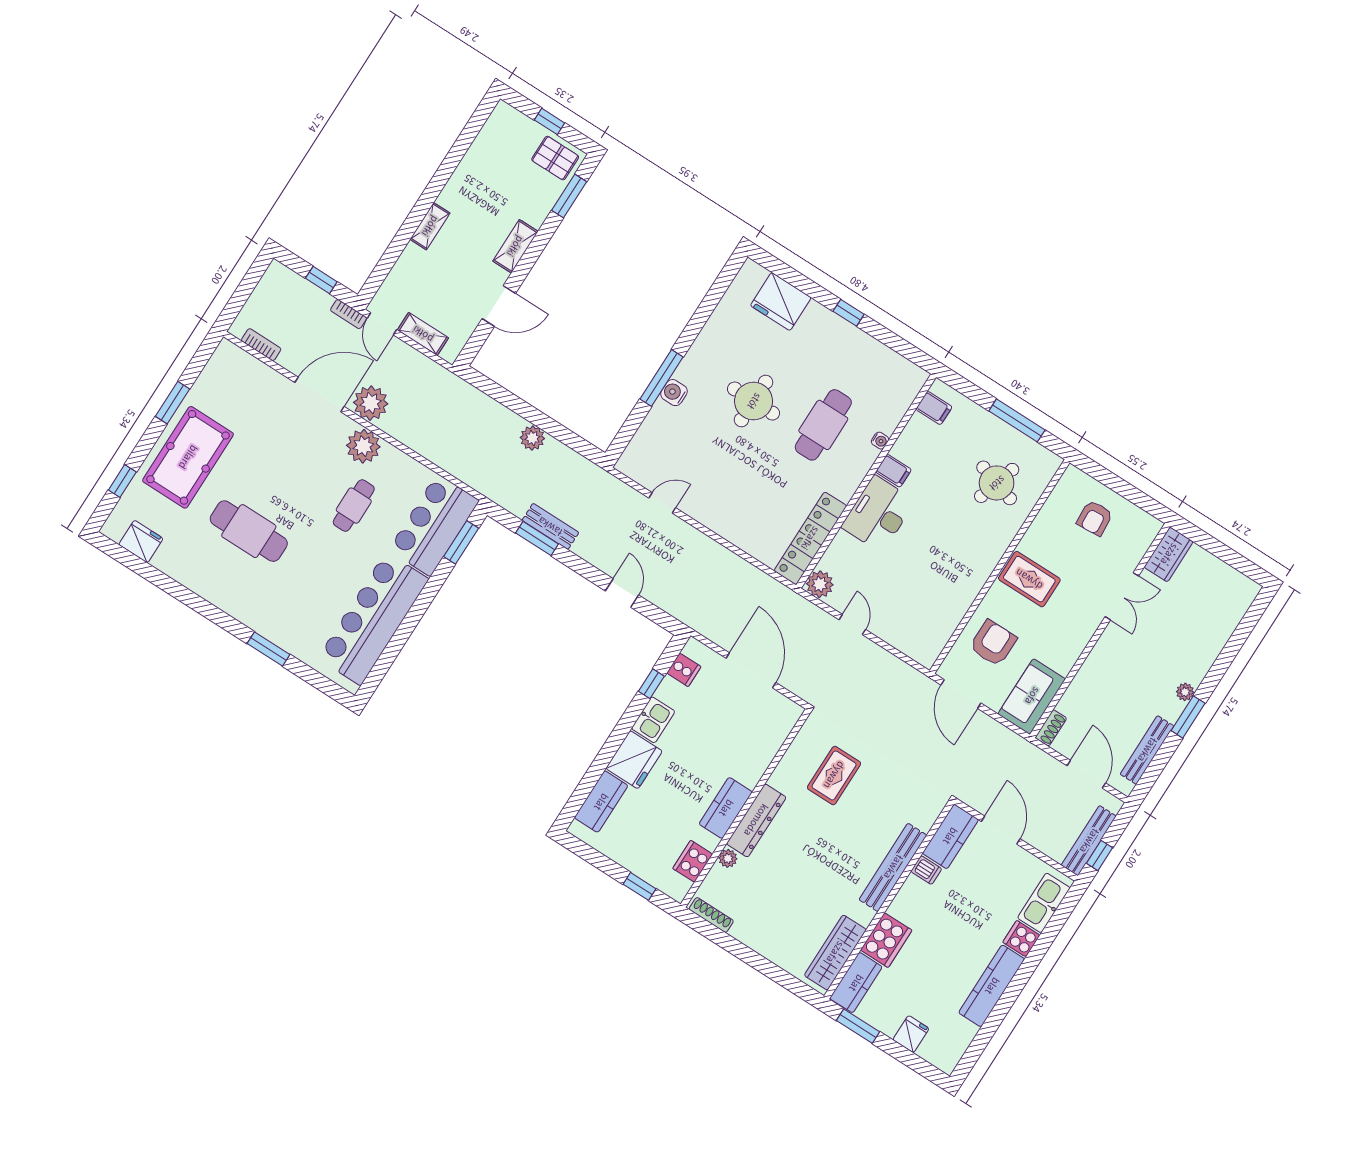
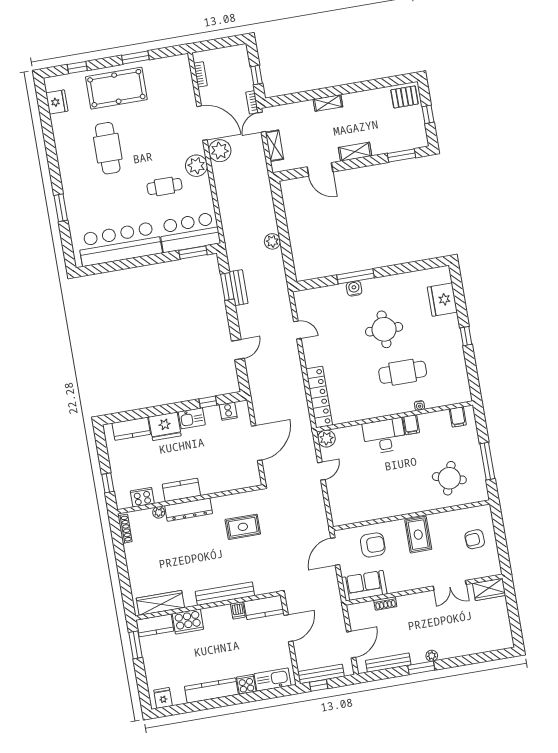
pallet: (555, 158) -> (405, 97), moved, turned 90
locker: (810, 538) -> (319, 397), moved, turned 90
shoe rack: (1051, 728) -> (385, 603), moved
fridge: (911, 1034) -> (163, 698), moved, turned -90

